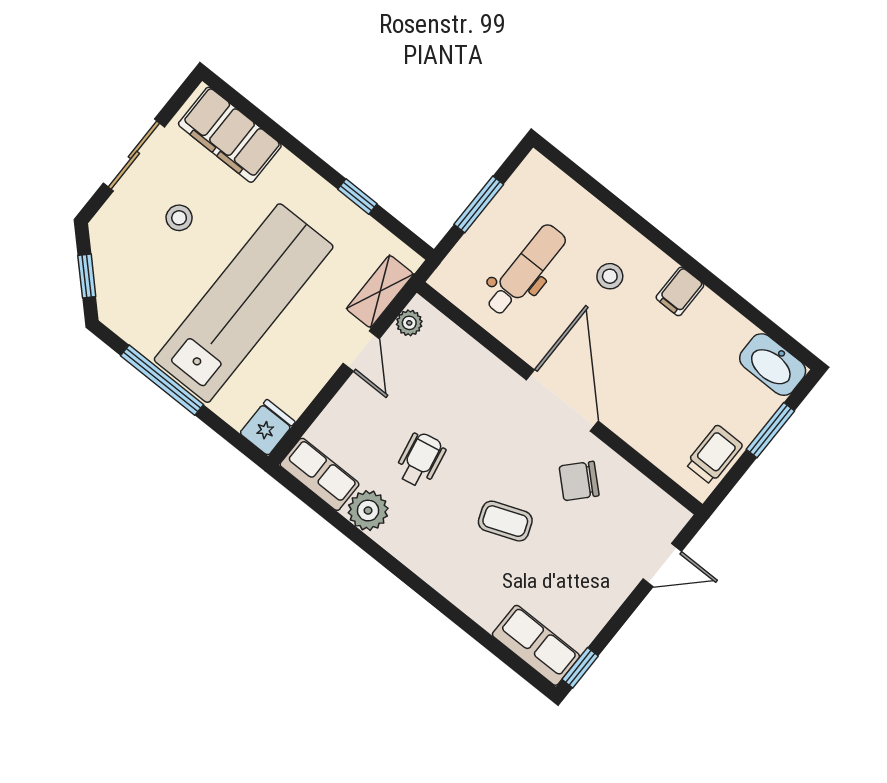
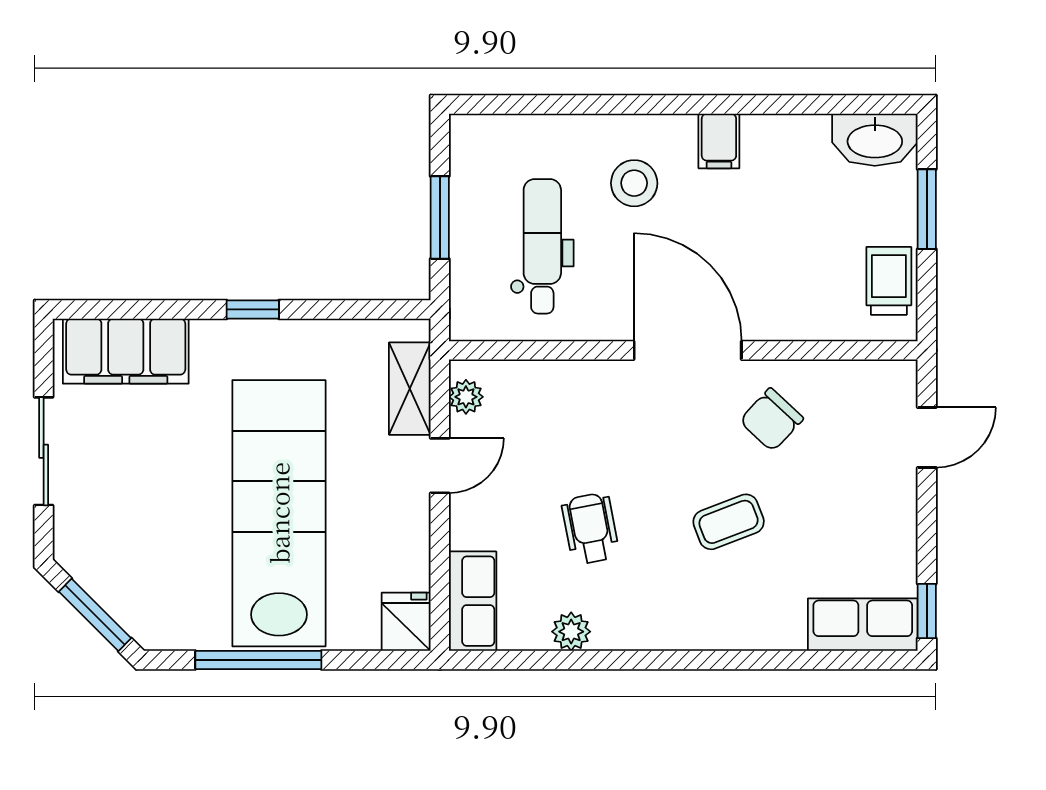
window: (357, 197) -> (253, 309), moved
stool: (179, 218) -> (142, 479), removed
window: (87, 276) -> (95, 615), width x1.50
stool: (610, 276) -> (634, 183), width x1.37, depth x1.37
door: (361, 351) -> (440, 466), hinge flipped
row of seats: (319, 474) -> (473, 601), moved, turned 90
plant: (368, 511) -> (571, 632), width x0.73, depth x0.73

